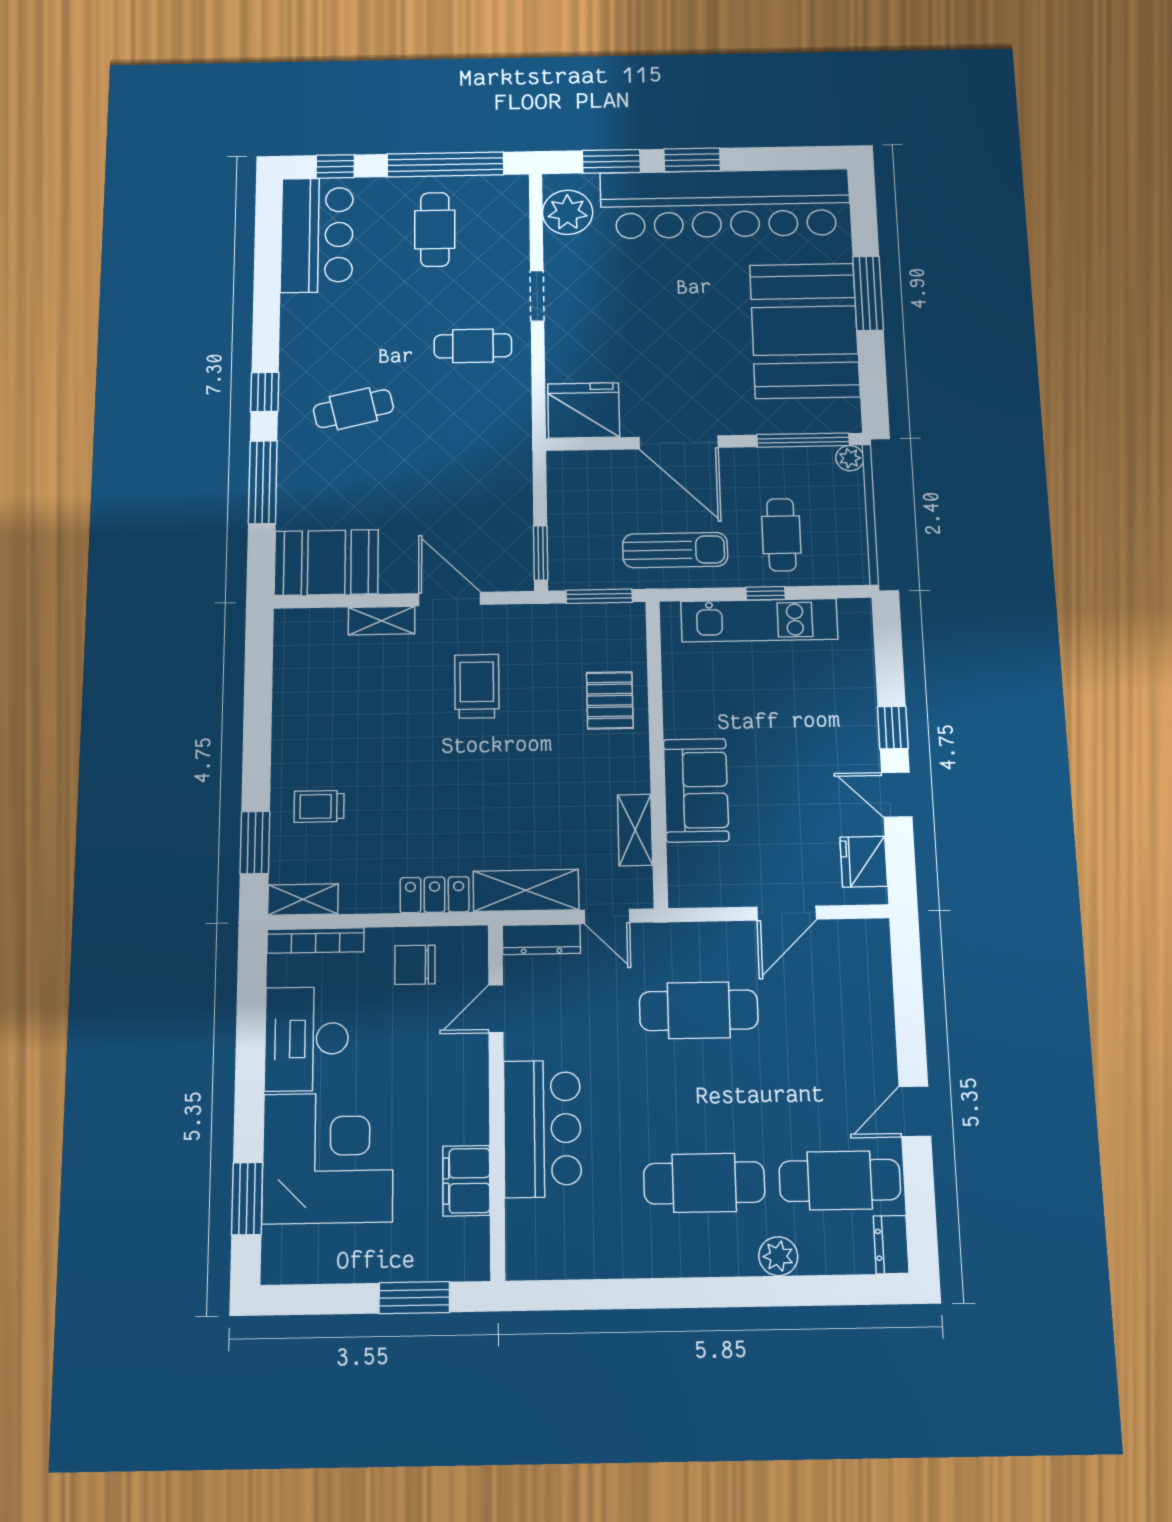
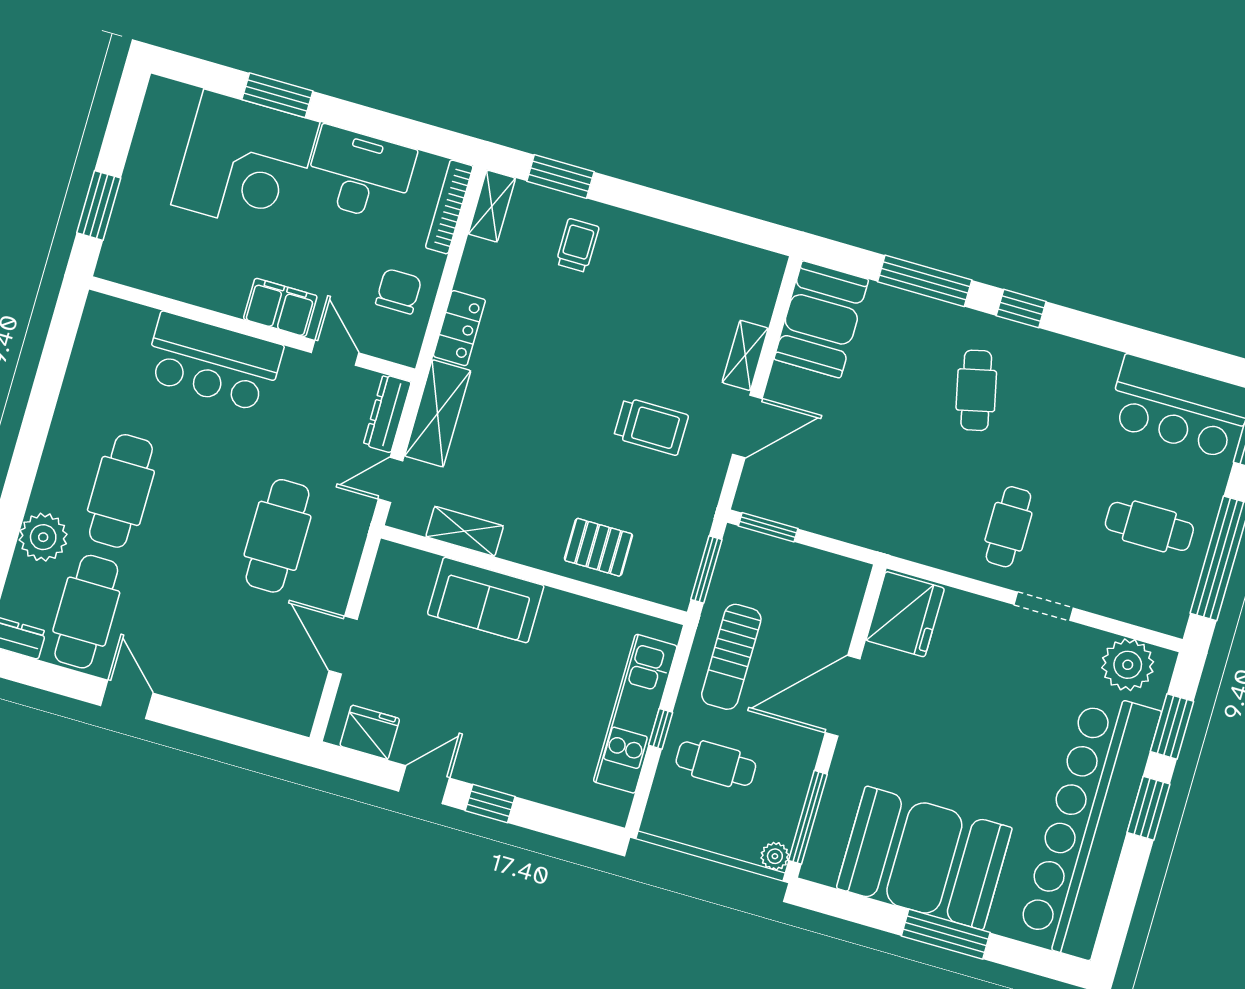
filing cabinet: (466, 1181) -> (280, 307), moved
window: (247, 1199) -> (277, 95), moved
plant: (778, 1256) -> (43, 537), width x1.36, depth x1.36

